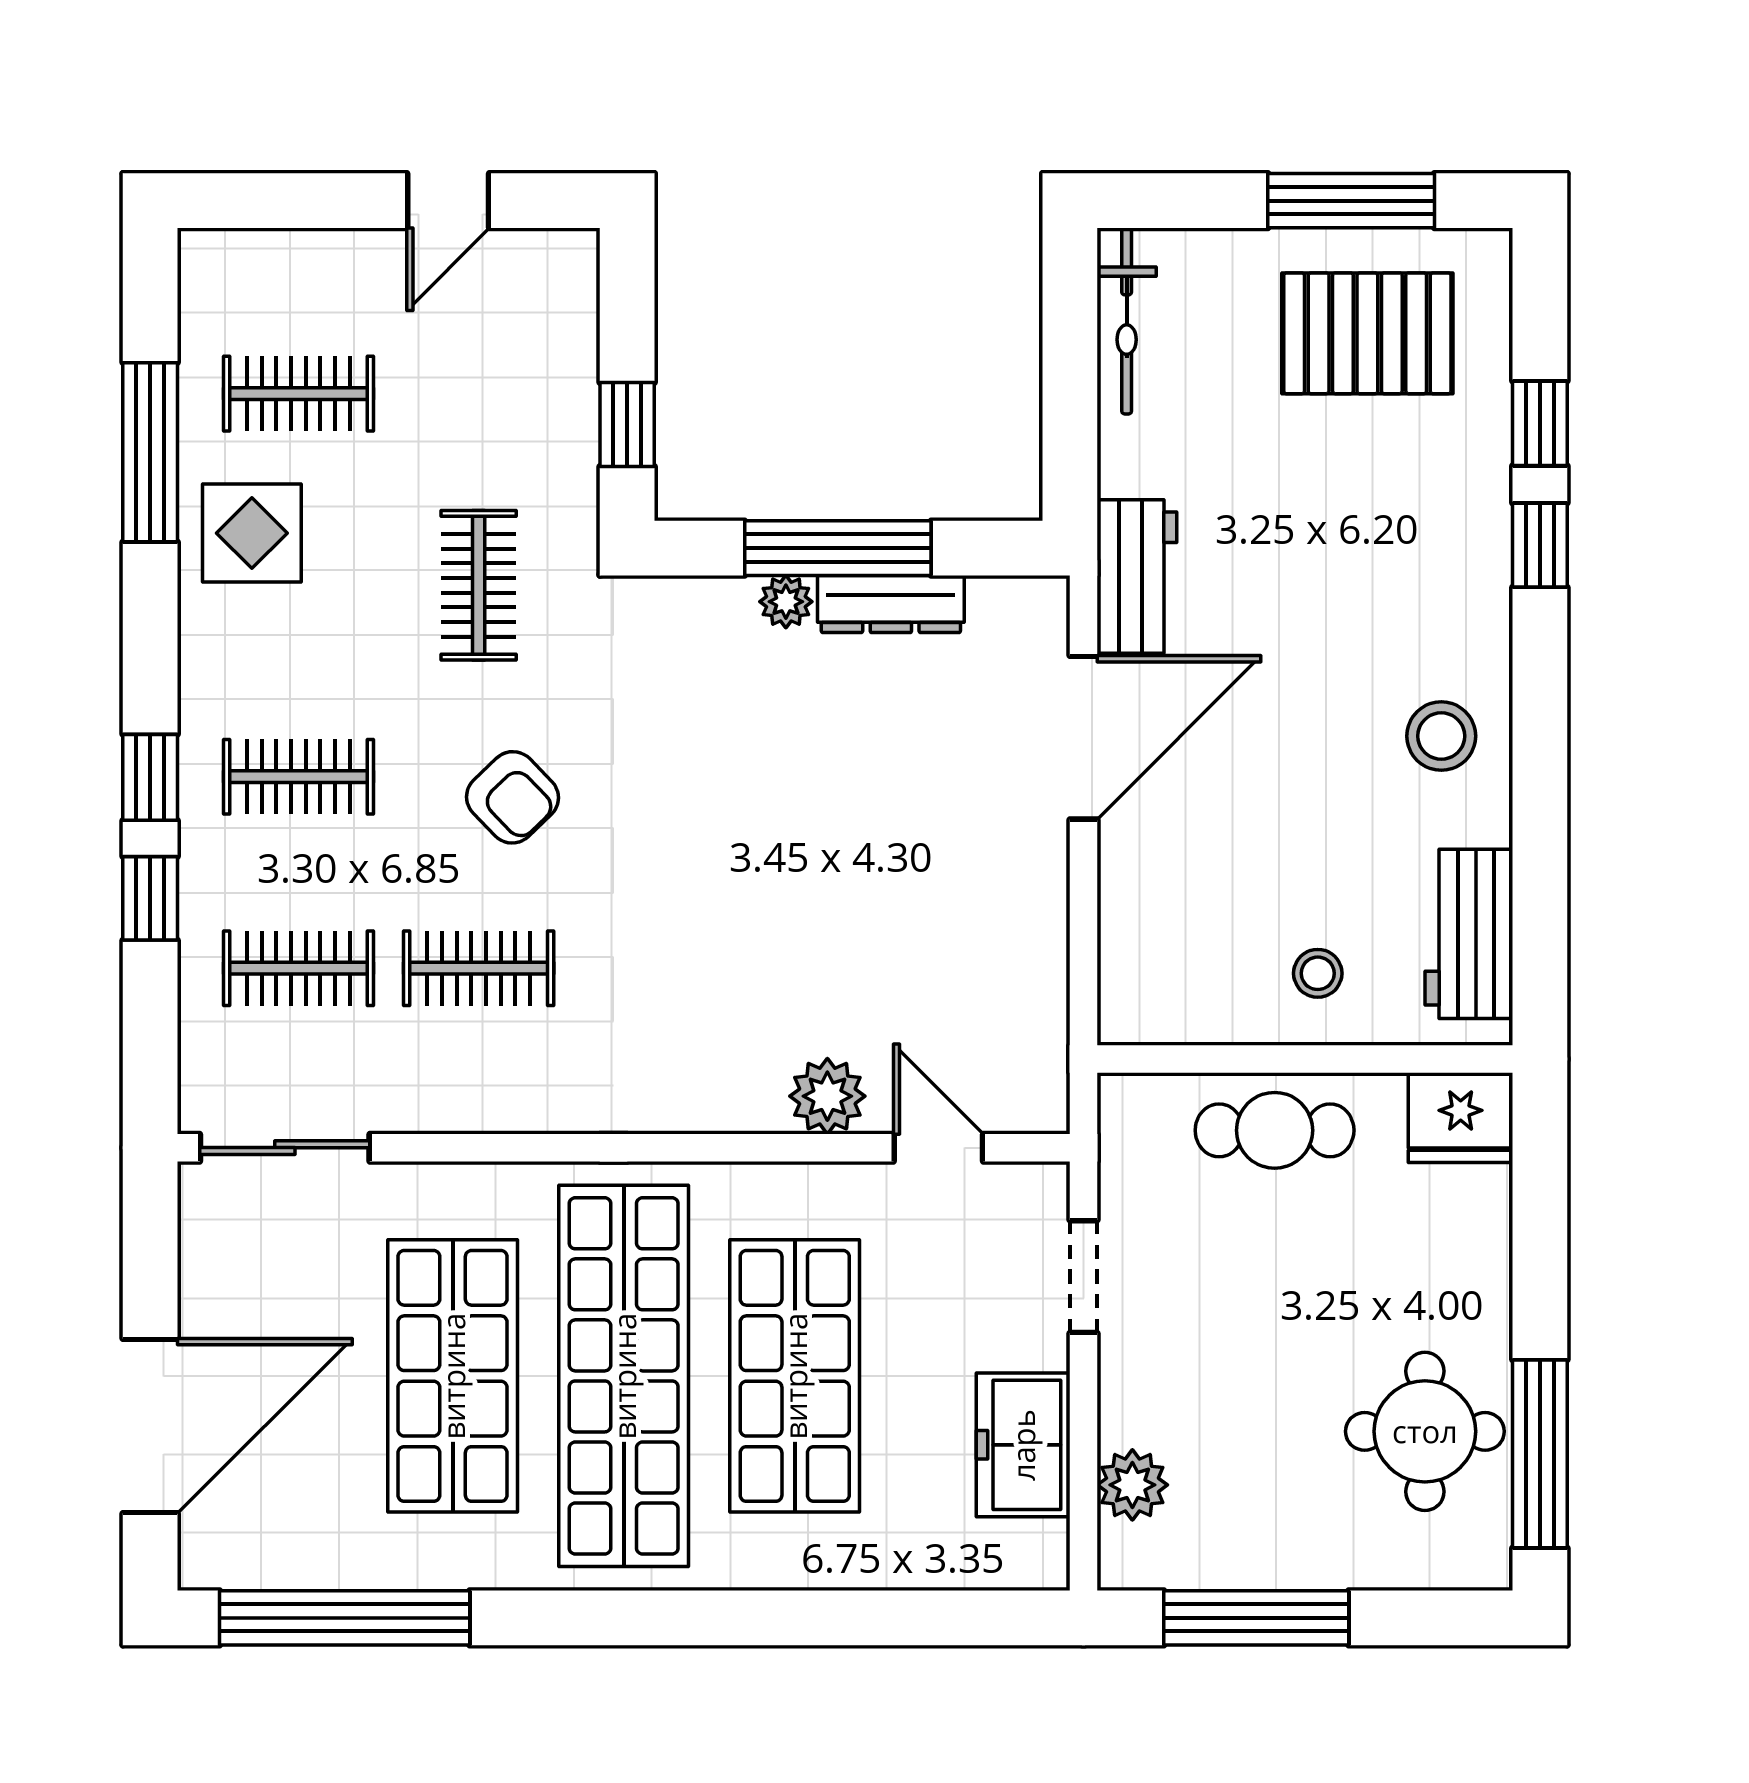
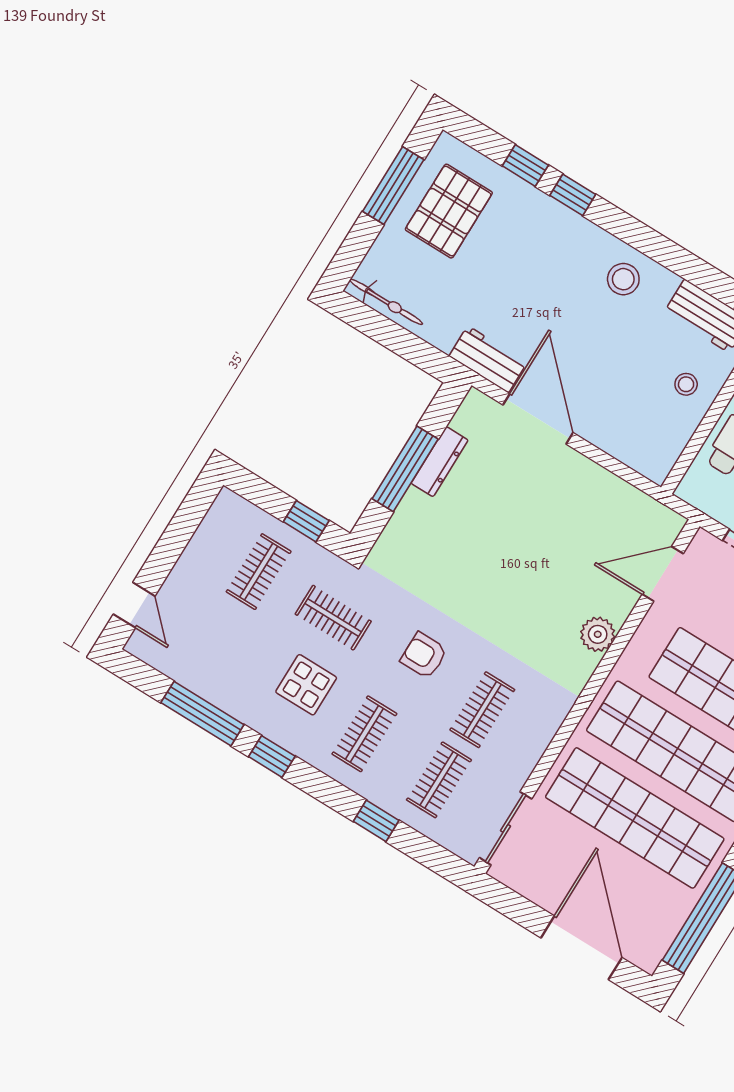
door: (448, 201) -> (134, 605), moved
clothes rail: (298, 394) -> (259, 572), moved
display table: (252, 533) -> (306, 685), moved
plant: (786, 602) -> (413, 502), removed
window: (150, 777) -> (272, 756), moved
armchair: (512, 797) -> (424, 655), turned -136
plant: (827, 1096) -> (598, 634), moved
door: (938, 1148) -> (663, 574), width x1.38
shop shelf: (453, 1376) -> (635, 818), width x1.40

